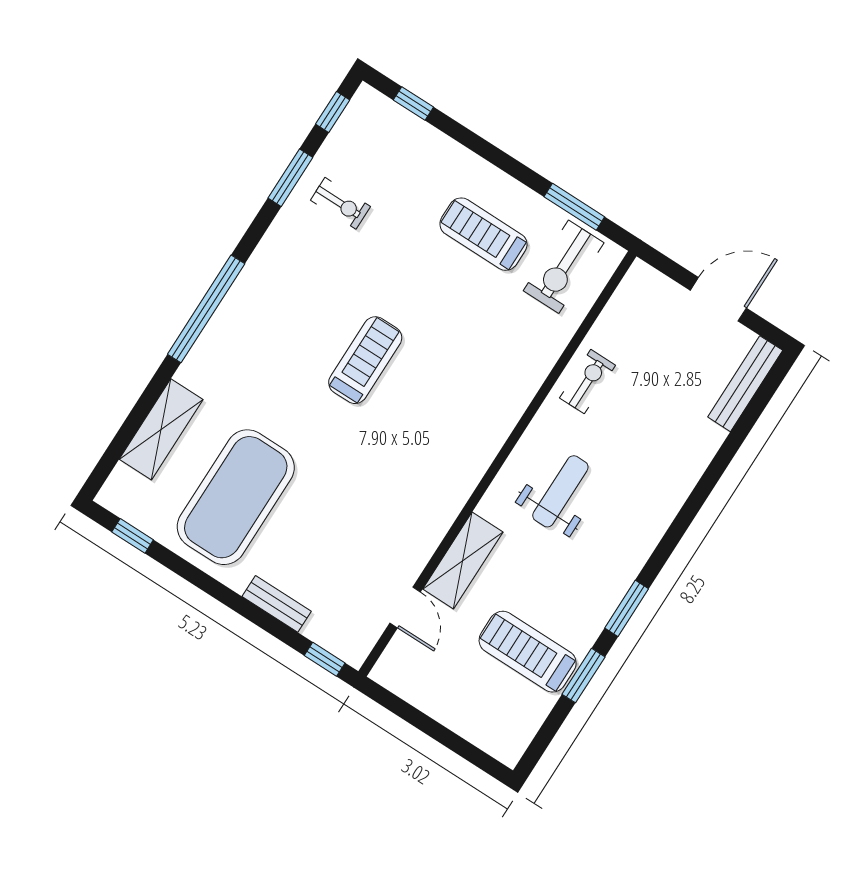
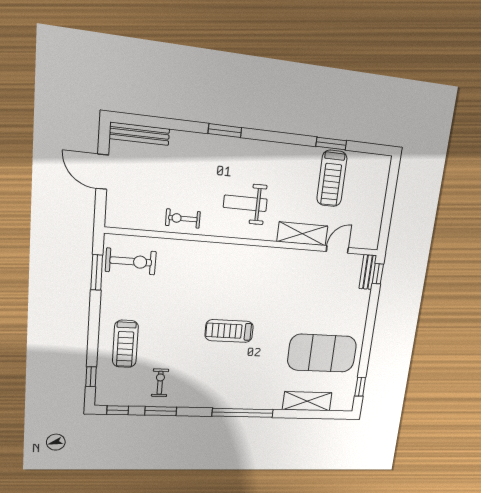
treadmill: (483, 234) -> (125, 344), moved
bench: (277, 604) -> (368, 272), moved
window: (627, 608) -> (225, 131), moved

